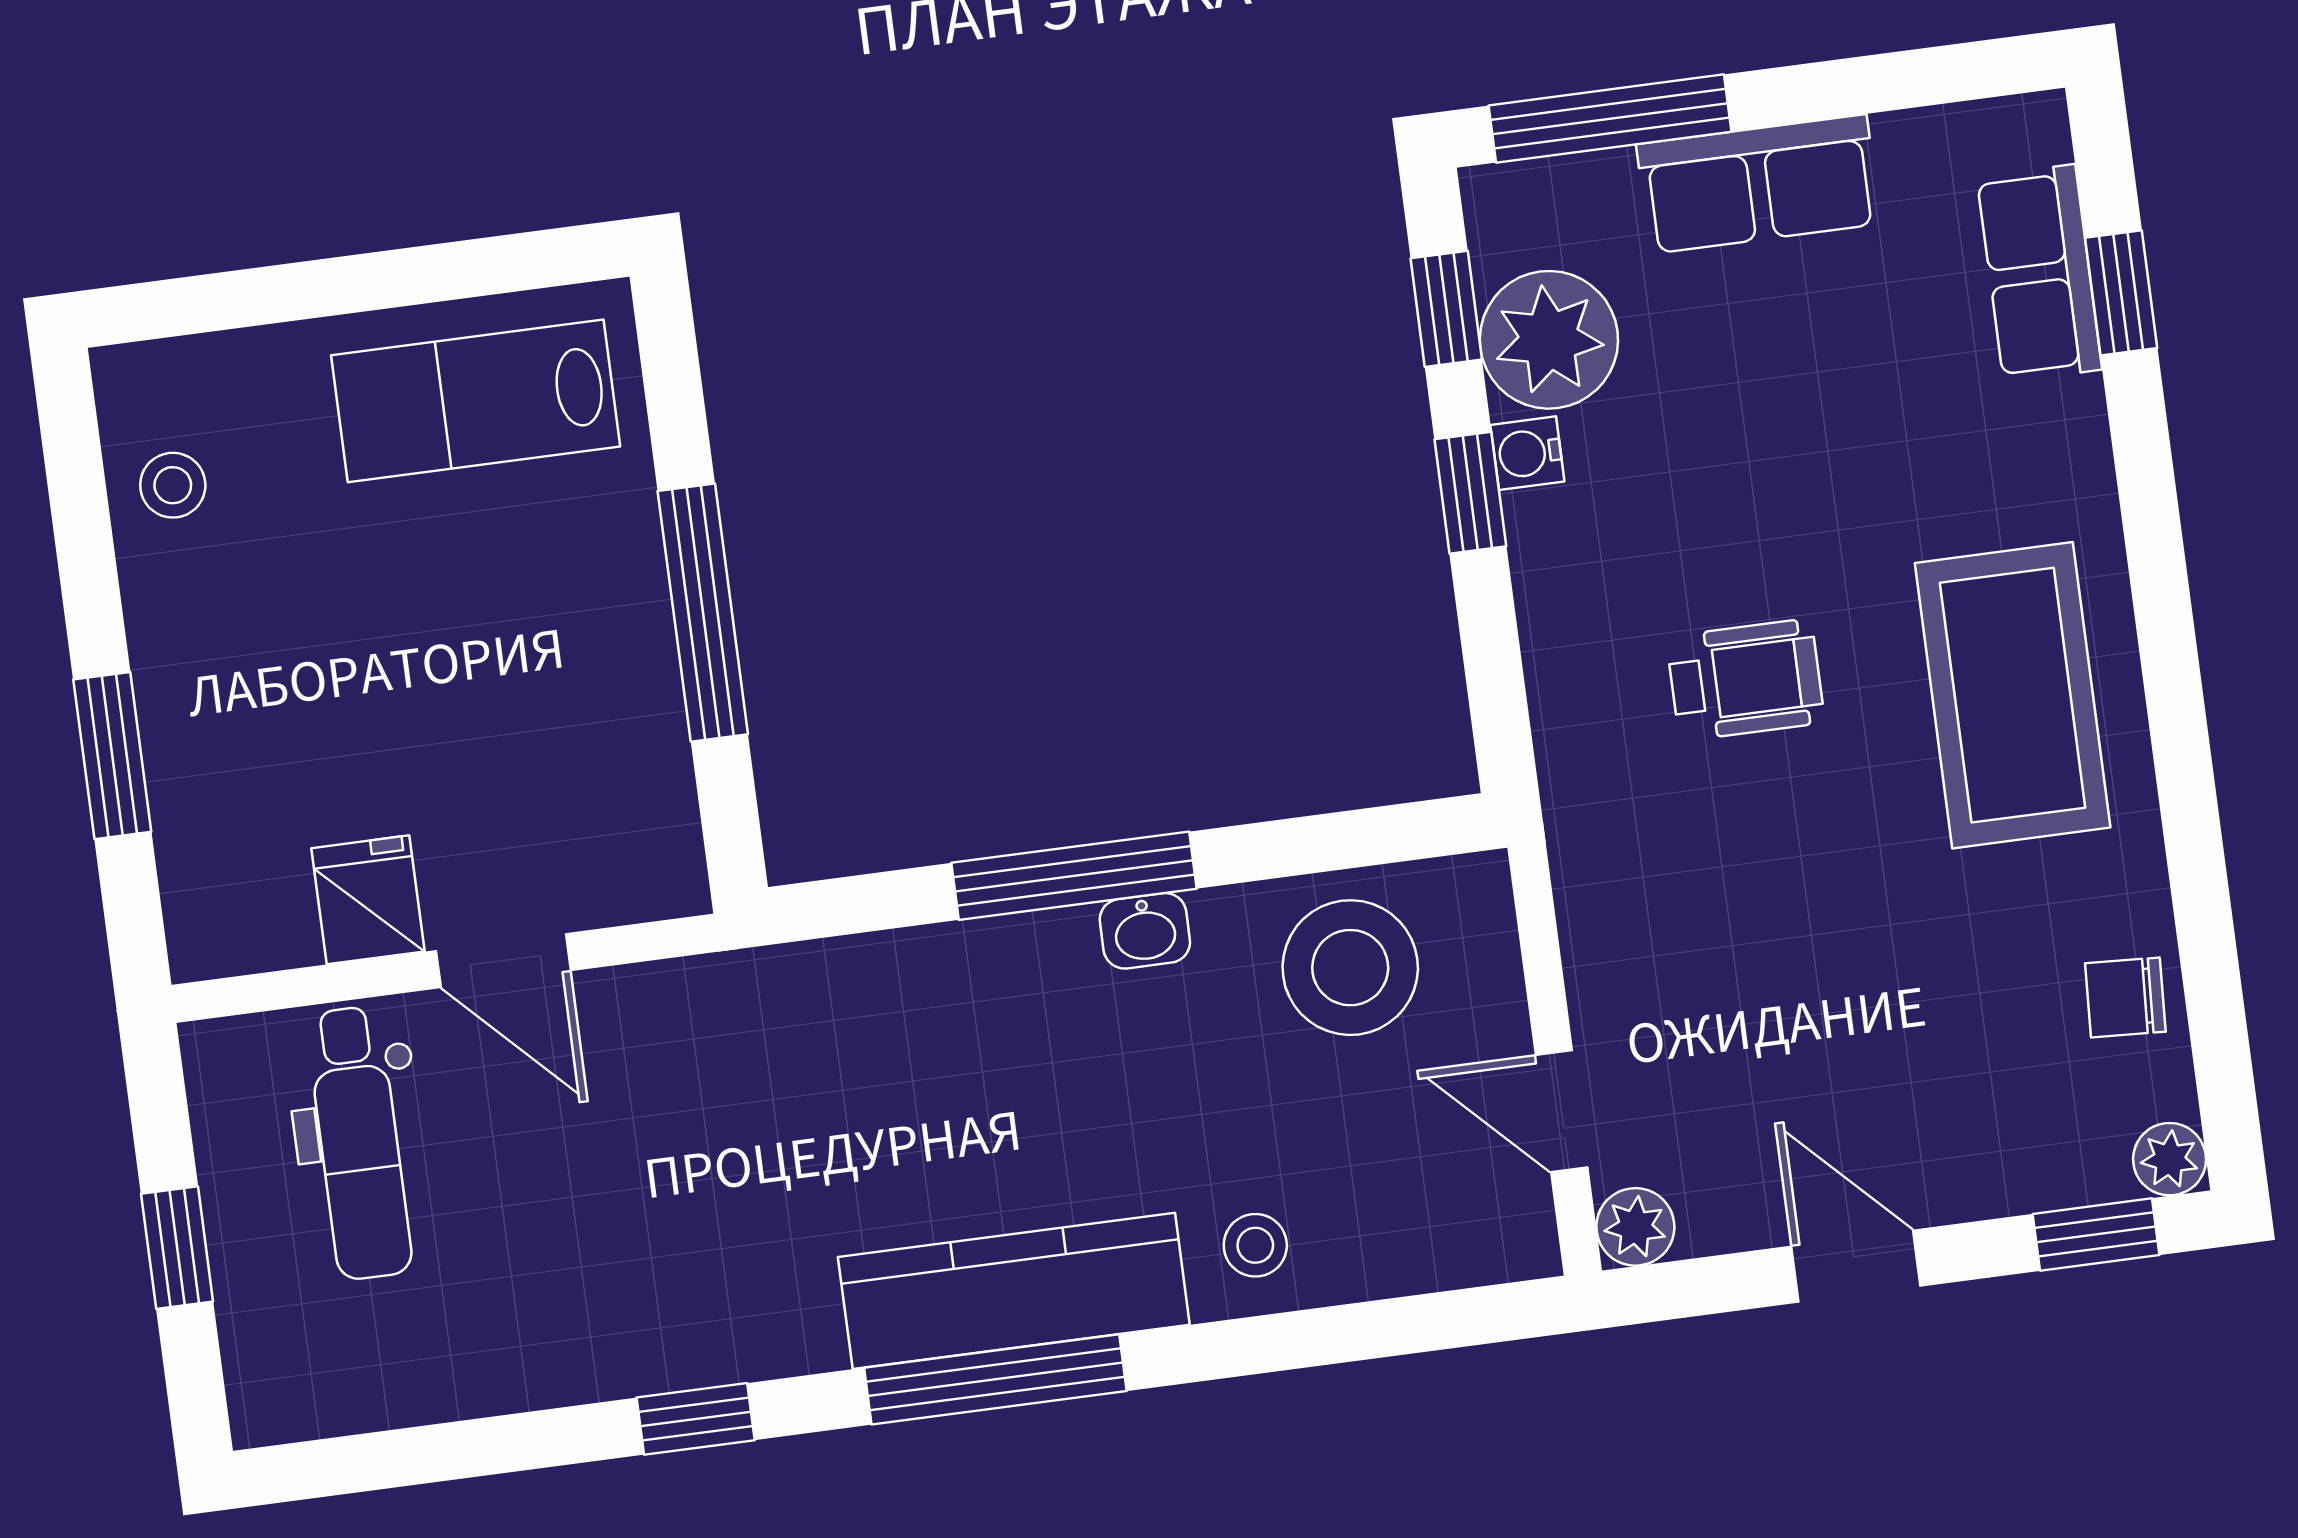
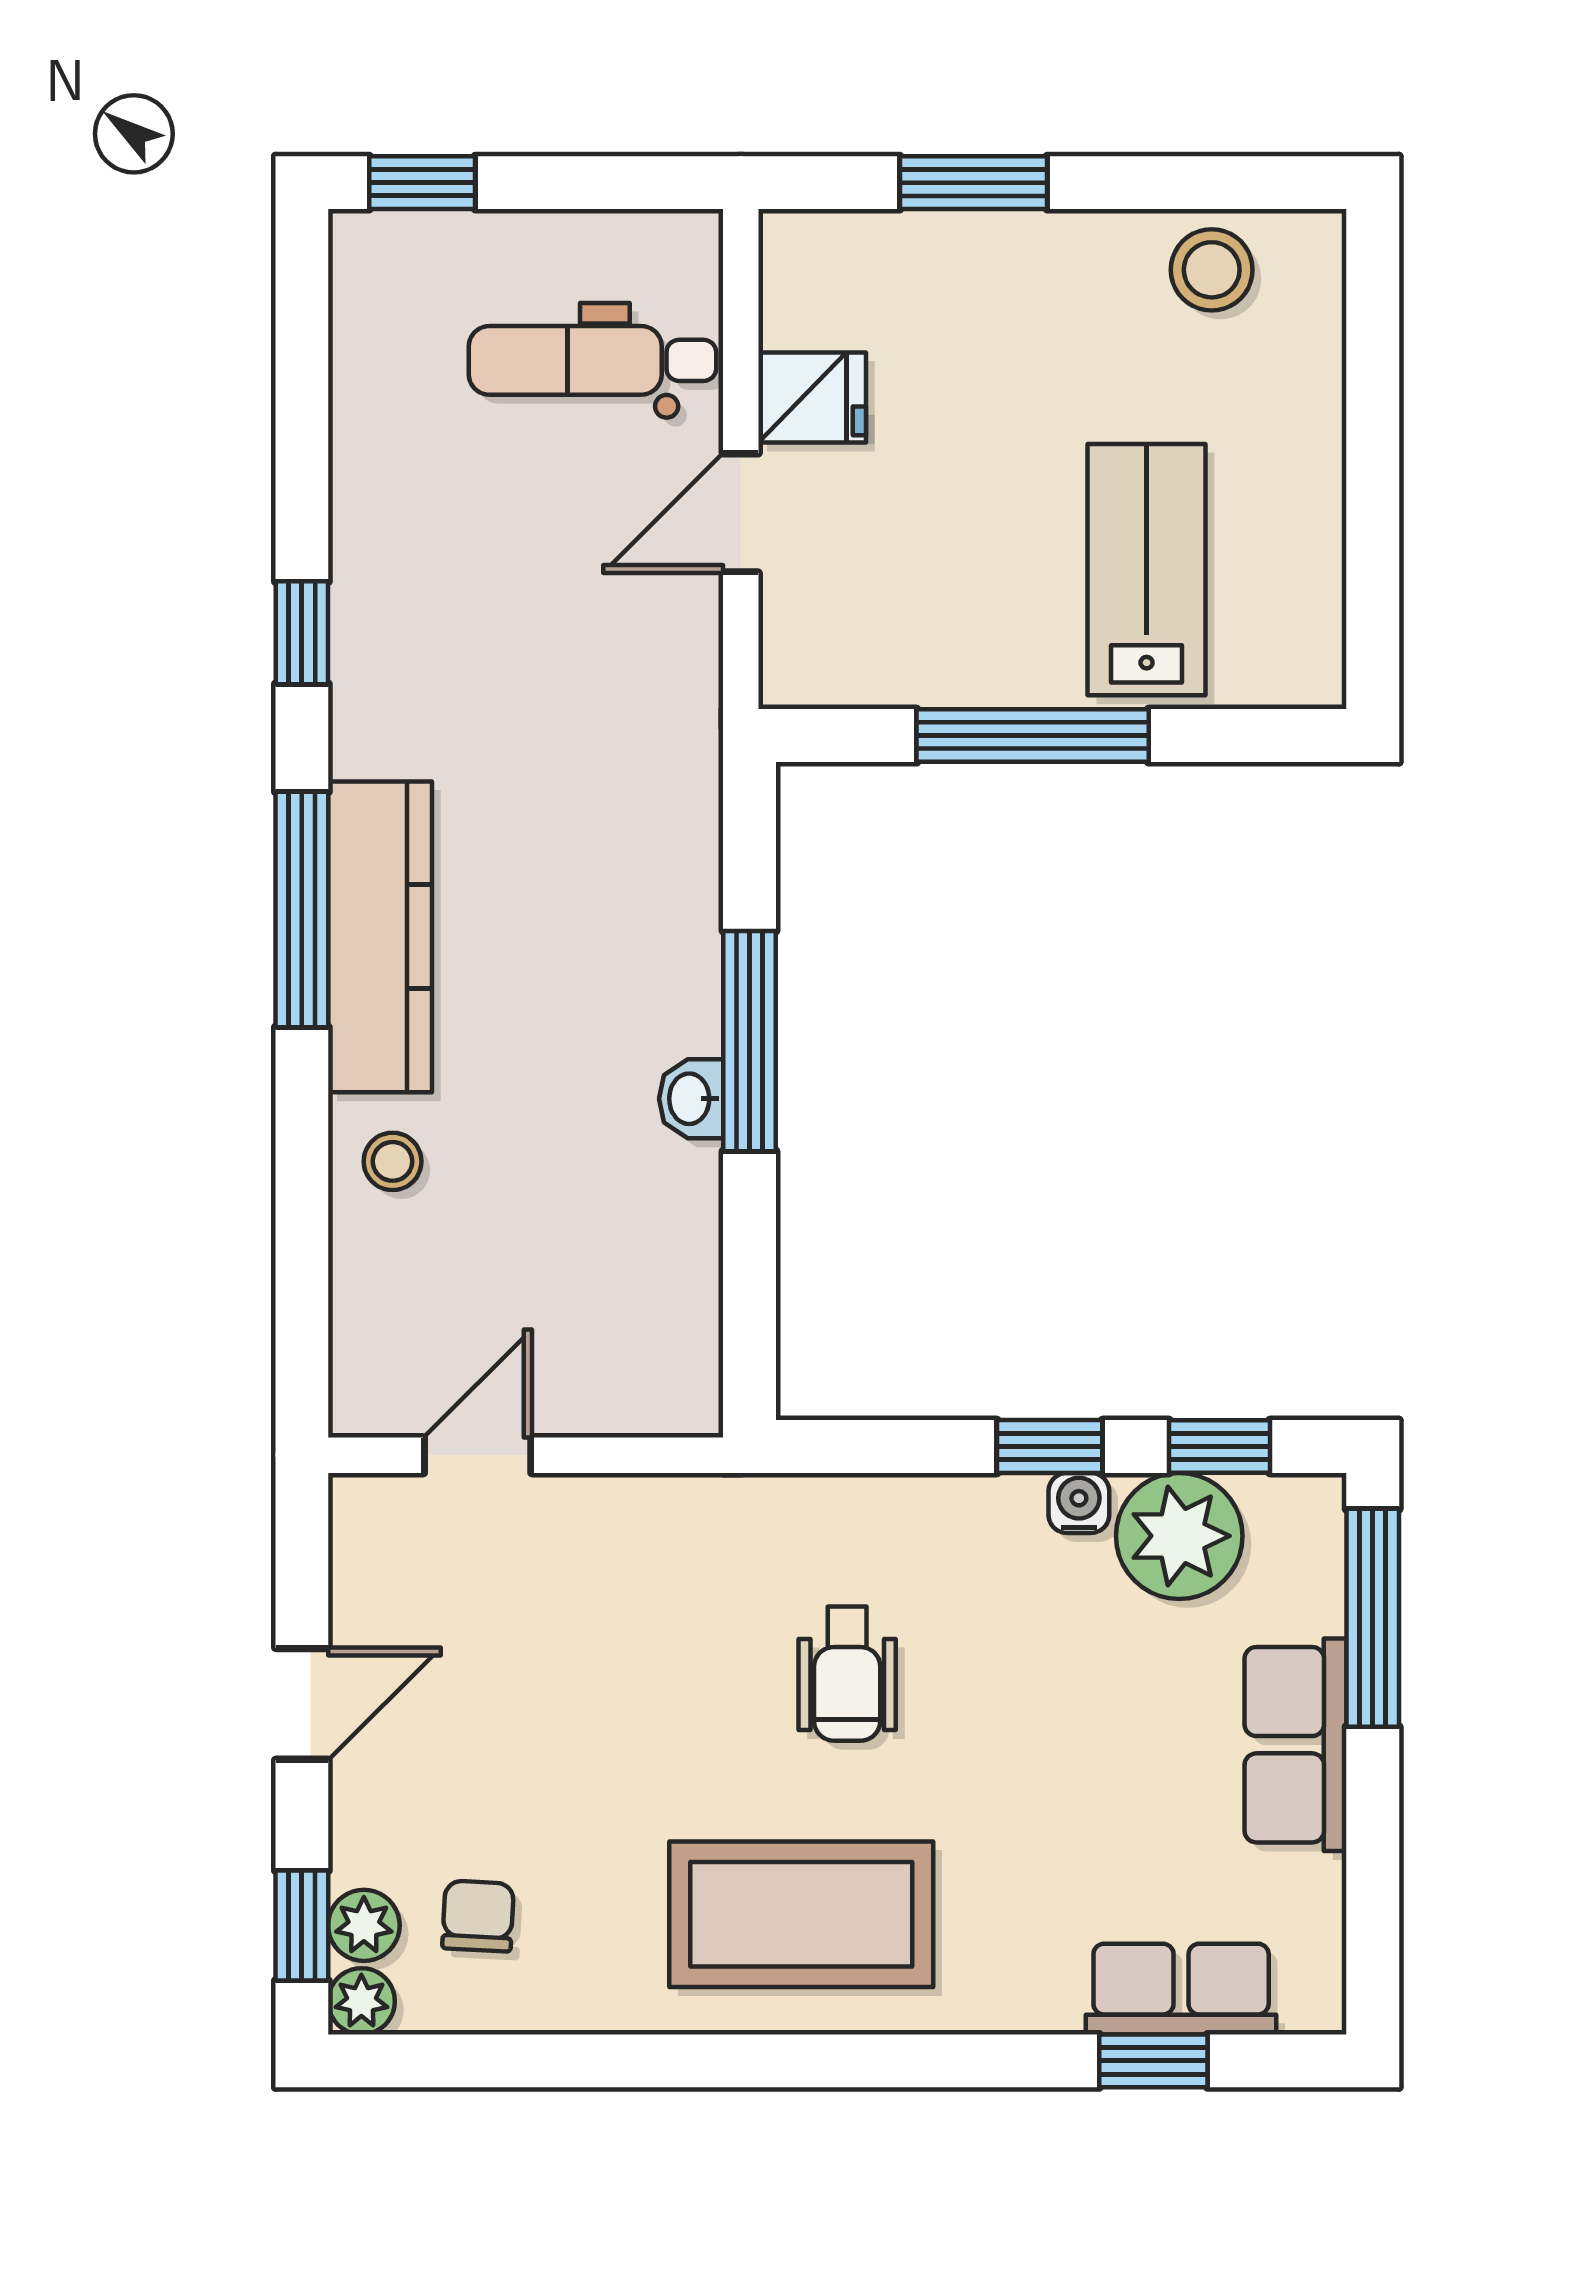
lab bench: (476, 401) -> (1147, 570), moved
stool: (173, 485) -> (1212, 270), width x1.37, depth x1.37
stool: (1350, 968) -> (633, 1281), removed
chair: (2125, 997) -> (478, 1916), moved
plant: (1635, 1227) -> (364, 1925), moved
window: (177, 1248) -> (422, 183), moved

